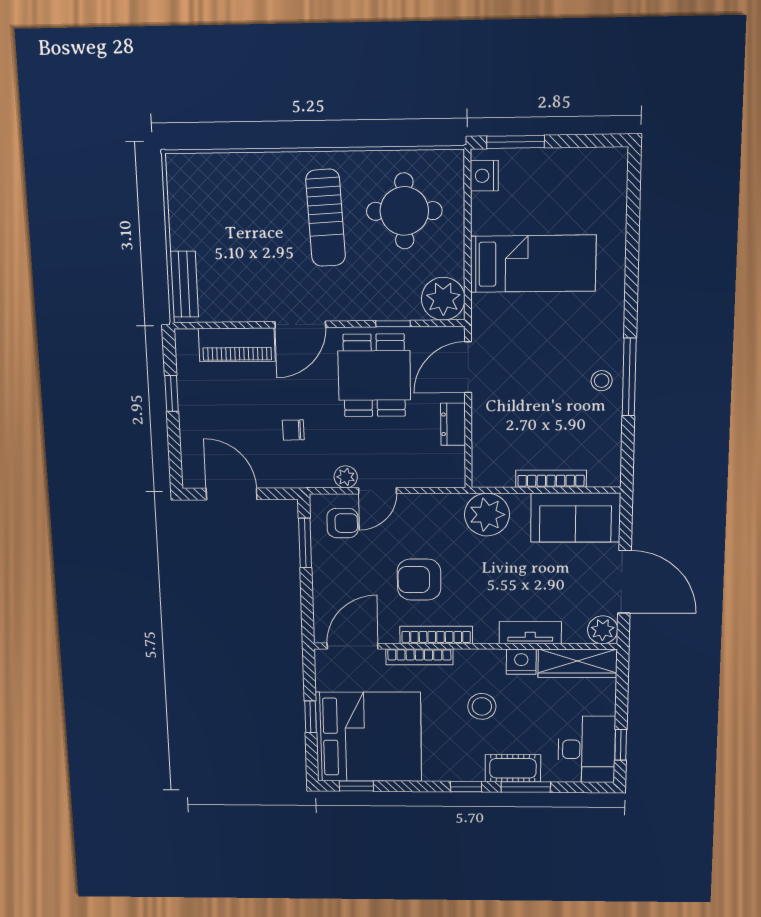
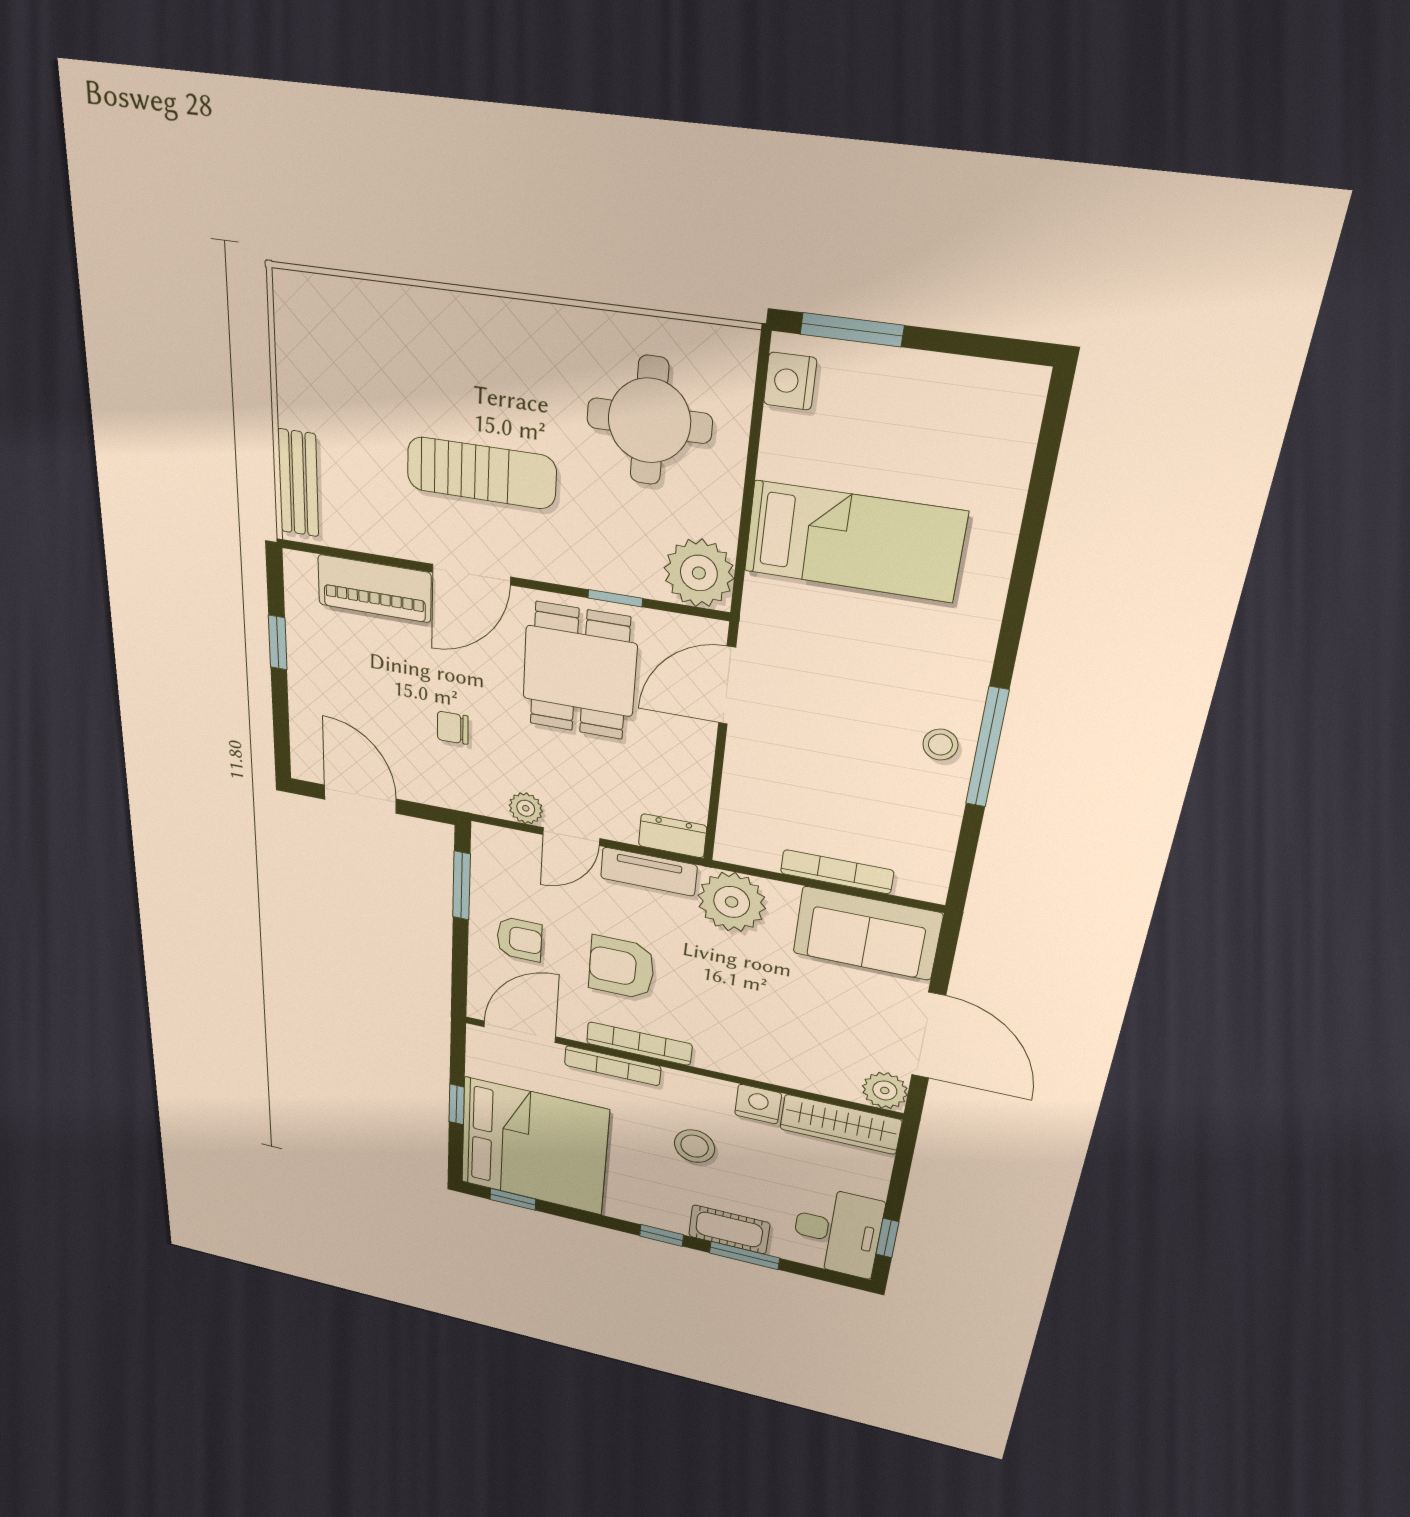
sun lounger: (326, 218) -> (481, 473), moved, turned -87
dresser: (453, 424) -> (672, 836), moved, turned 90
armchair: (343, 523) -> (519, 939), moved
tv unit: (530, 633) -> (649, 872), moved, turned 180

